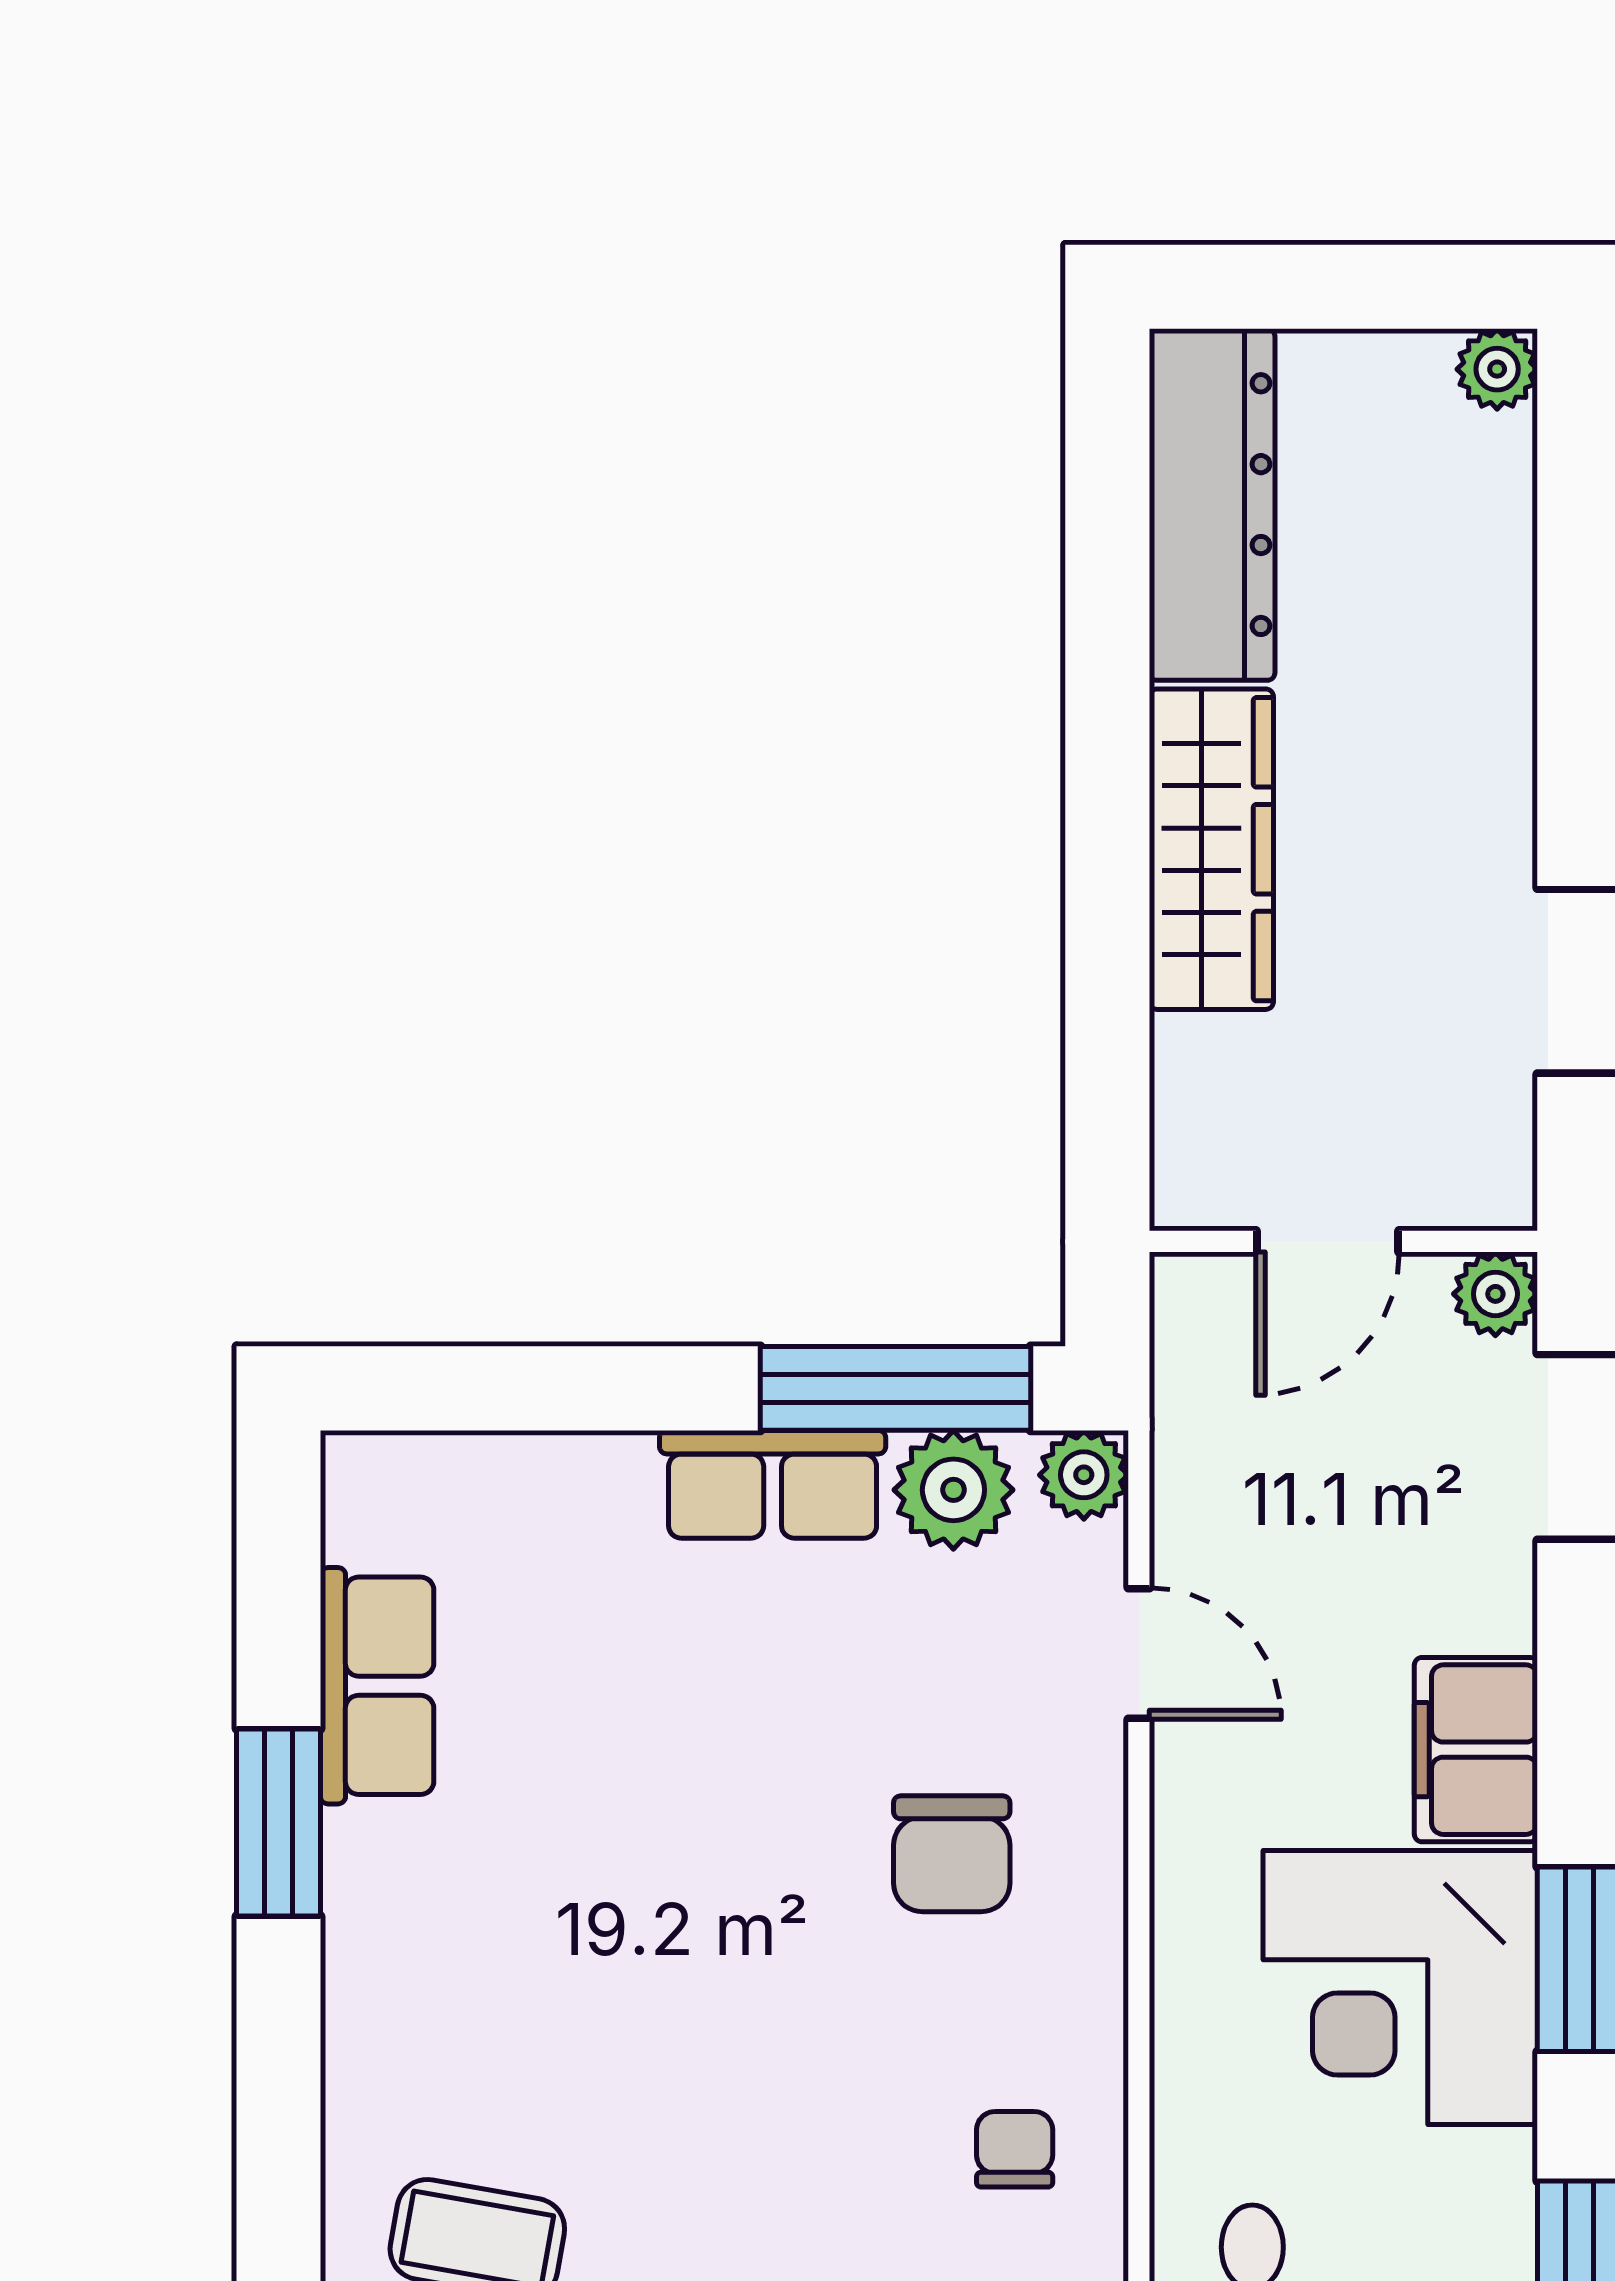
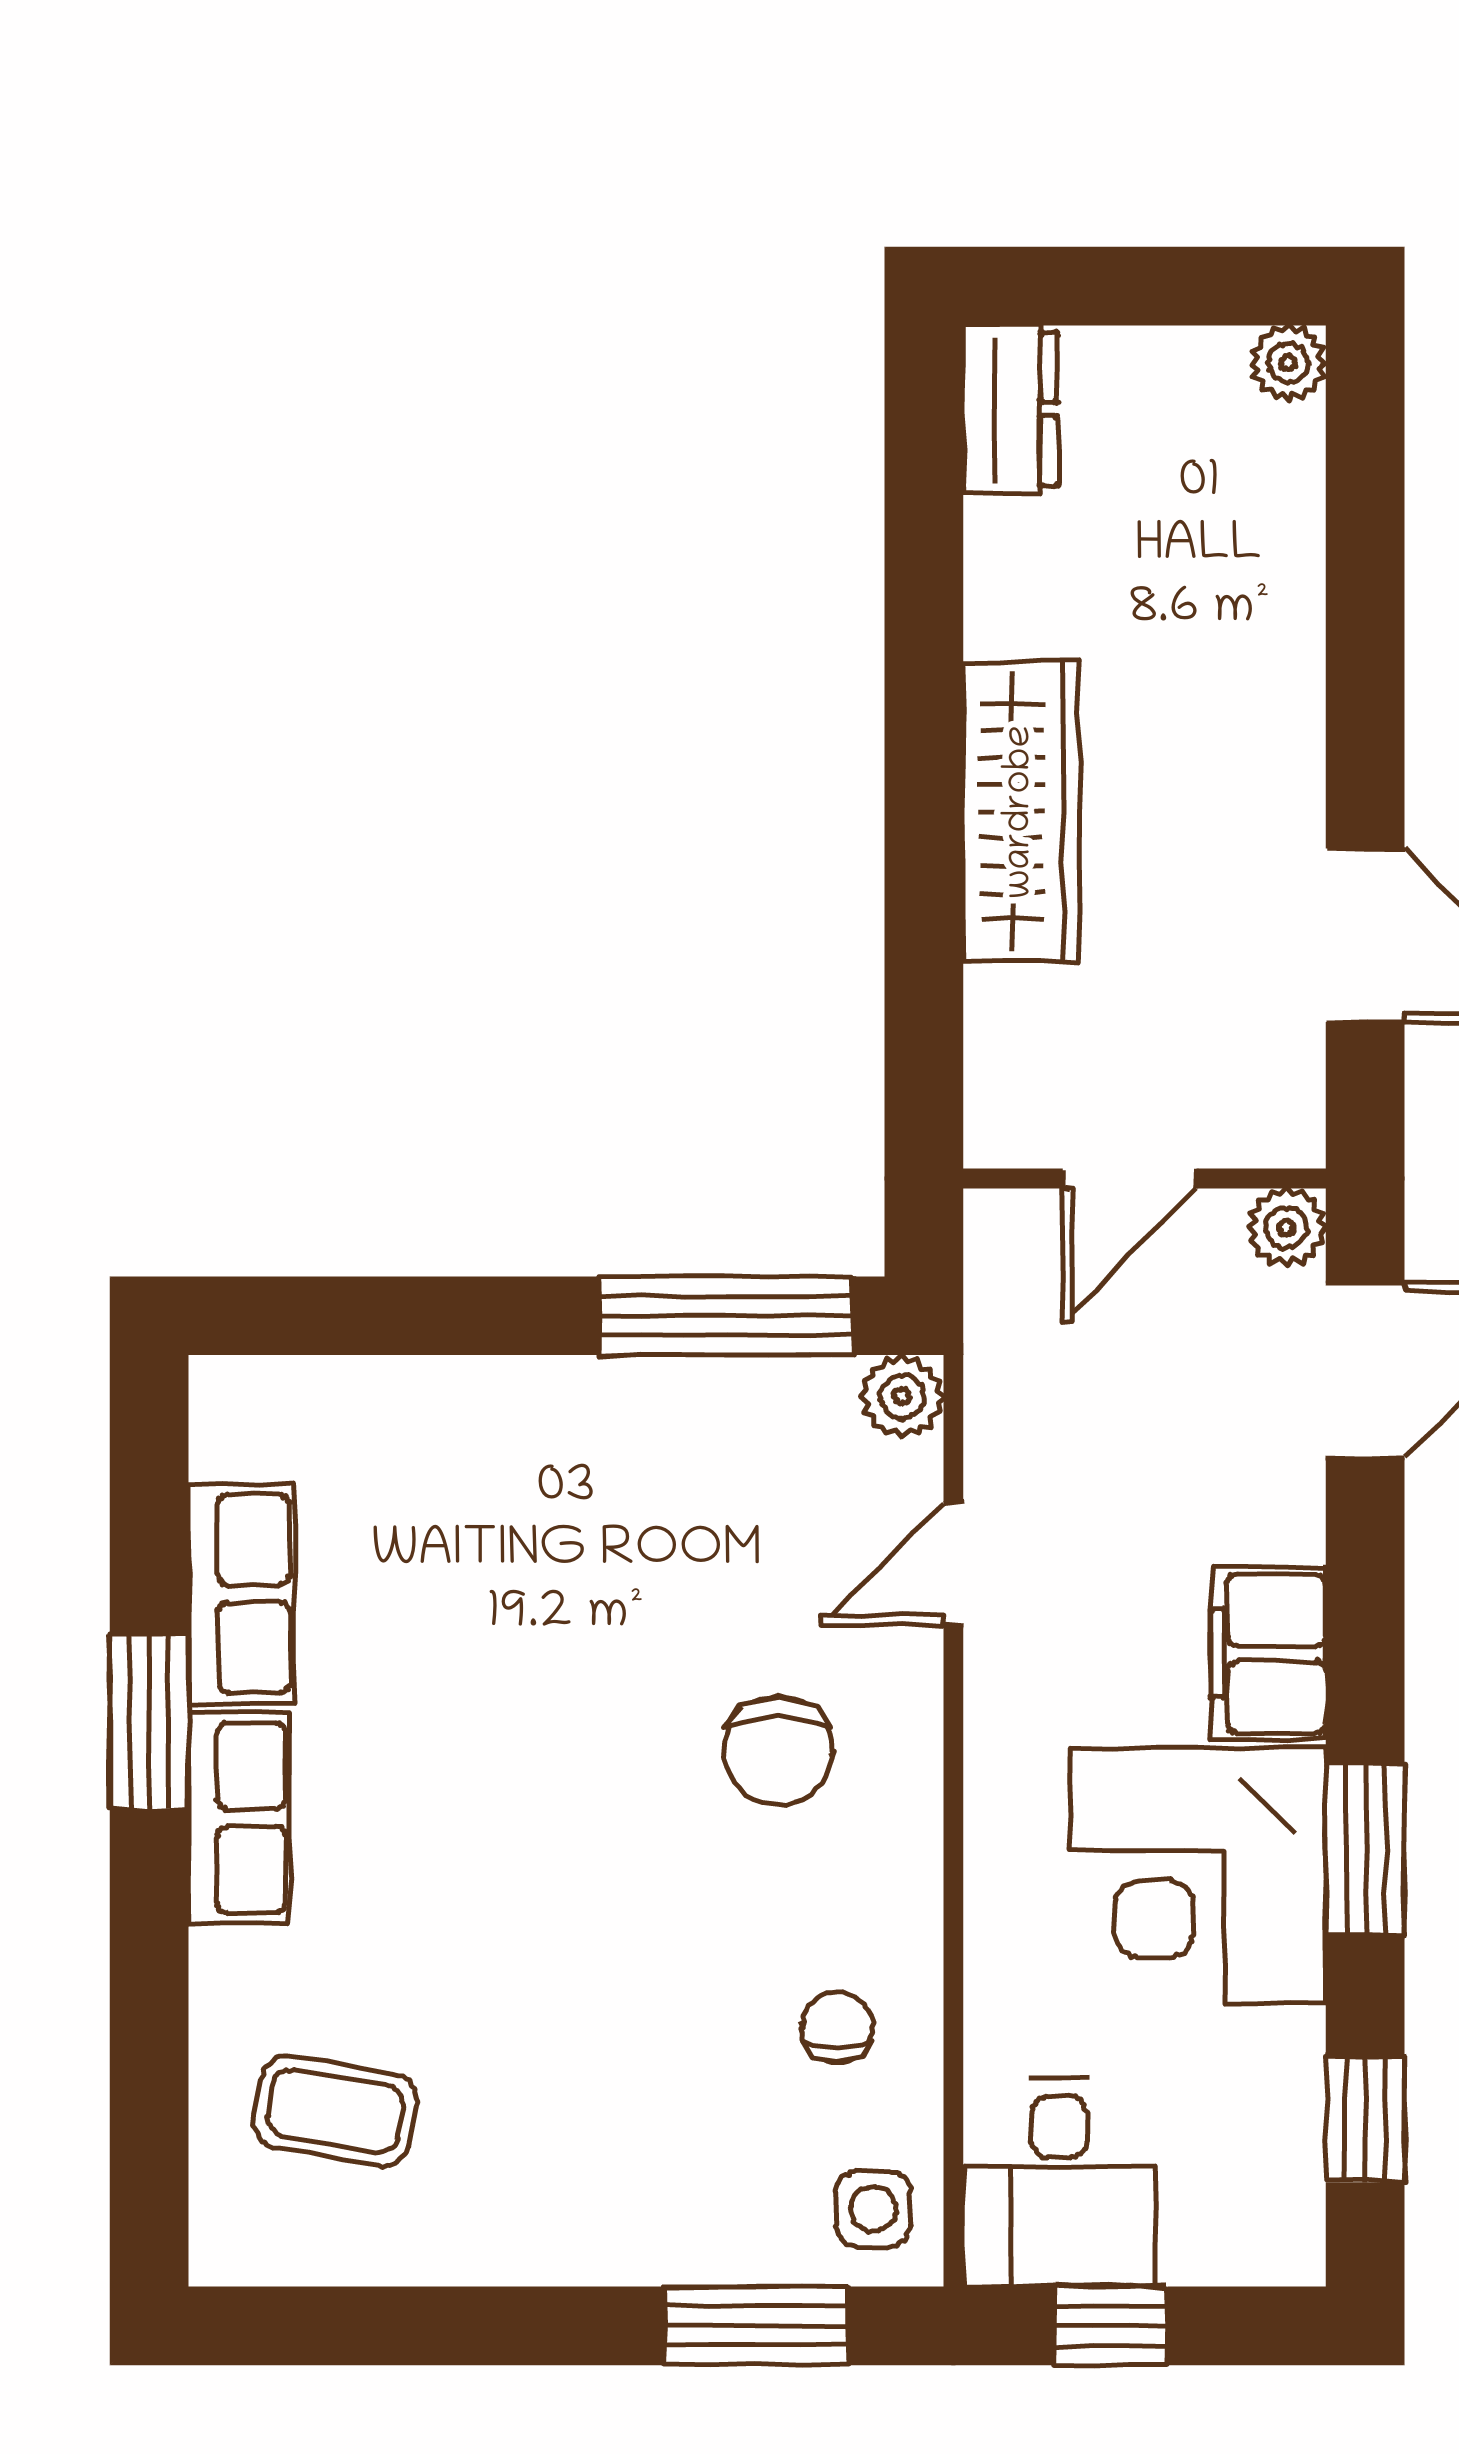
dresser: (1212, 505) -> (1010, 409), width x0.51, depth x0.80
row of seats: (773, 1484) -> (239, 1818), moved, turned -90
plant: (953, 1490) -> (780, 1411), removed
door: (1139, 1654) -> (953, 1564), swing flipped

